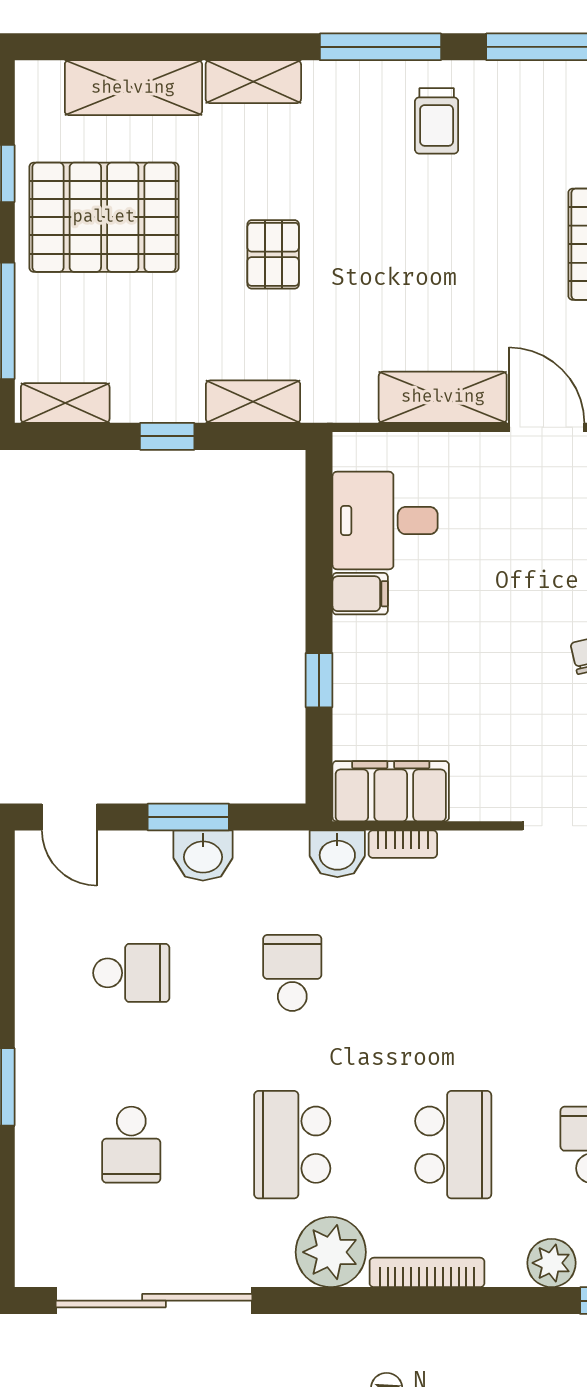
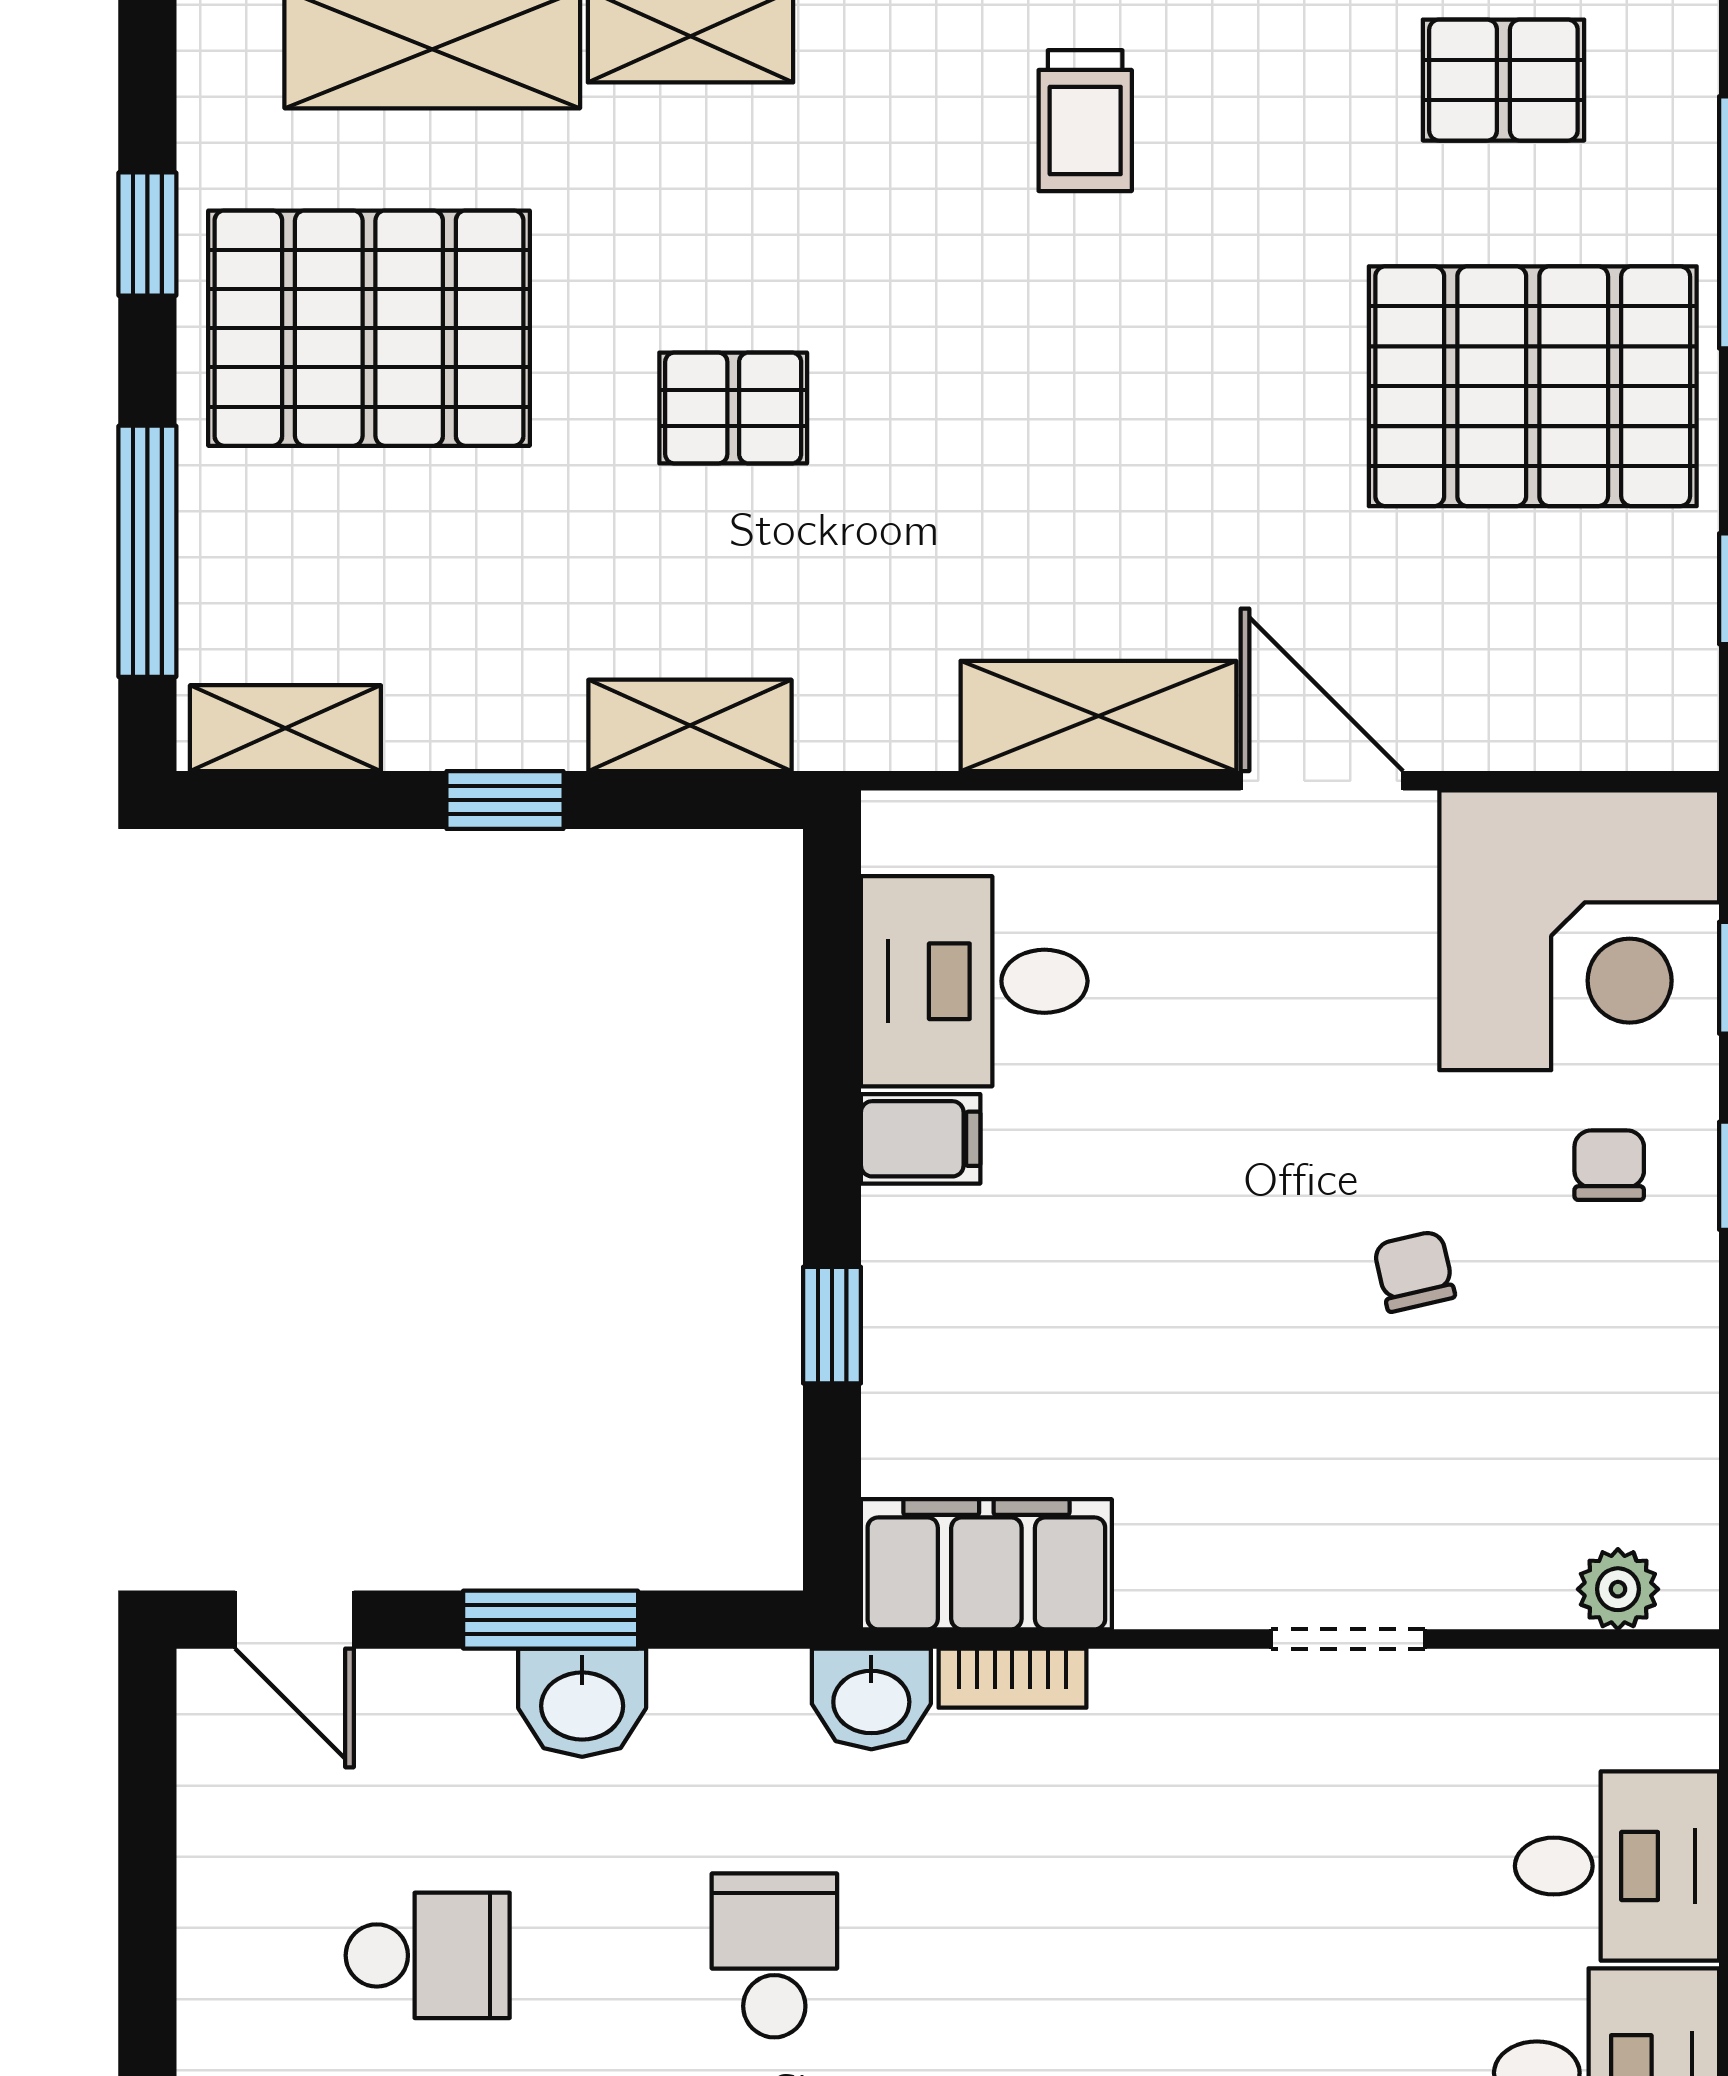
pallet: (273, 254) -> (733, 408), turned 90

